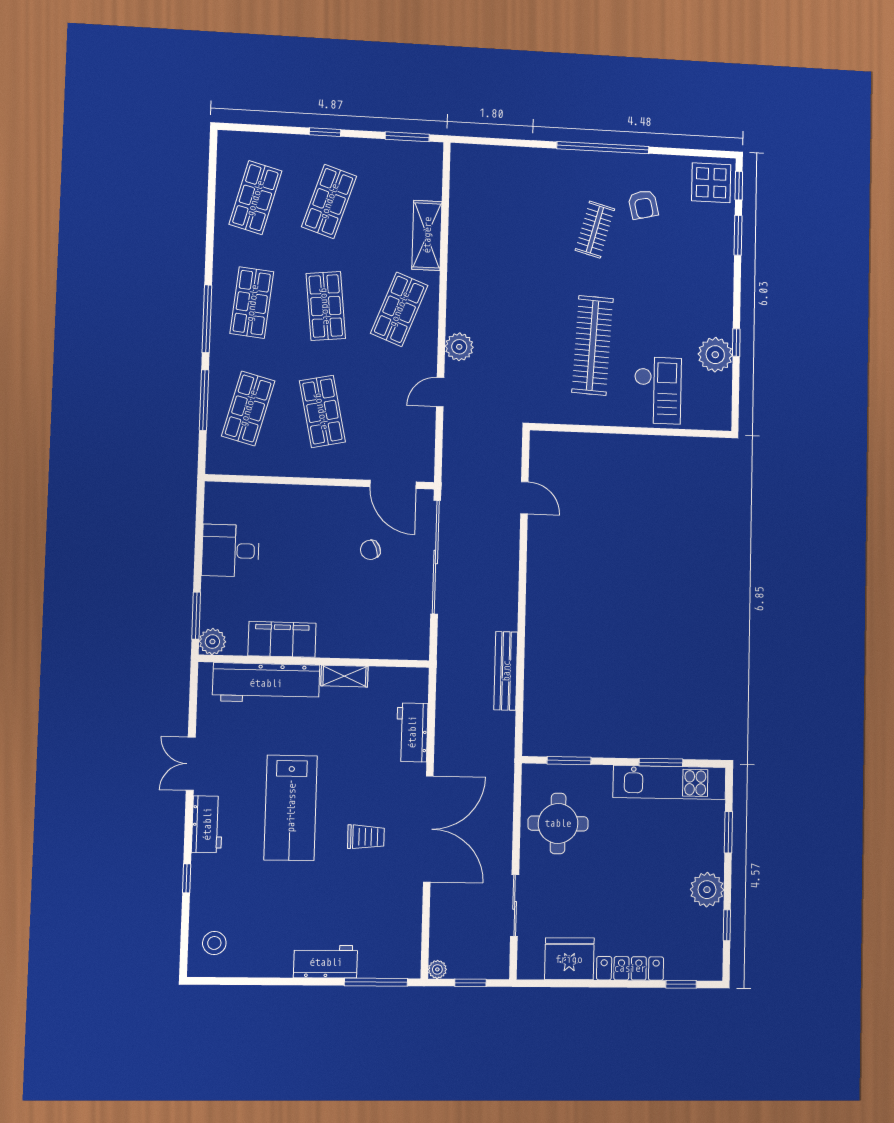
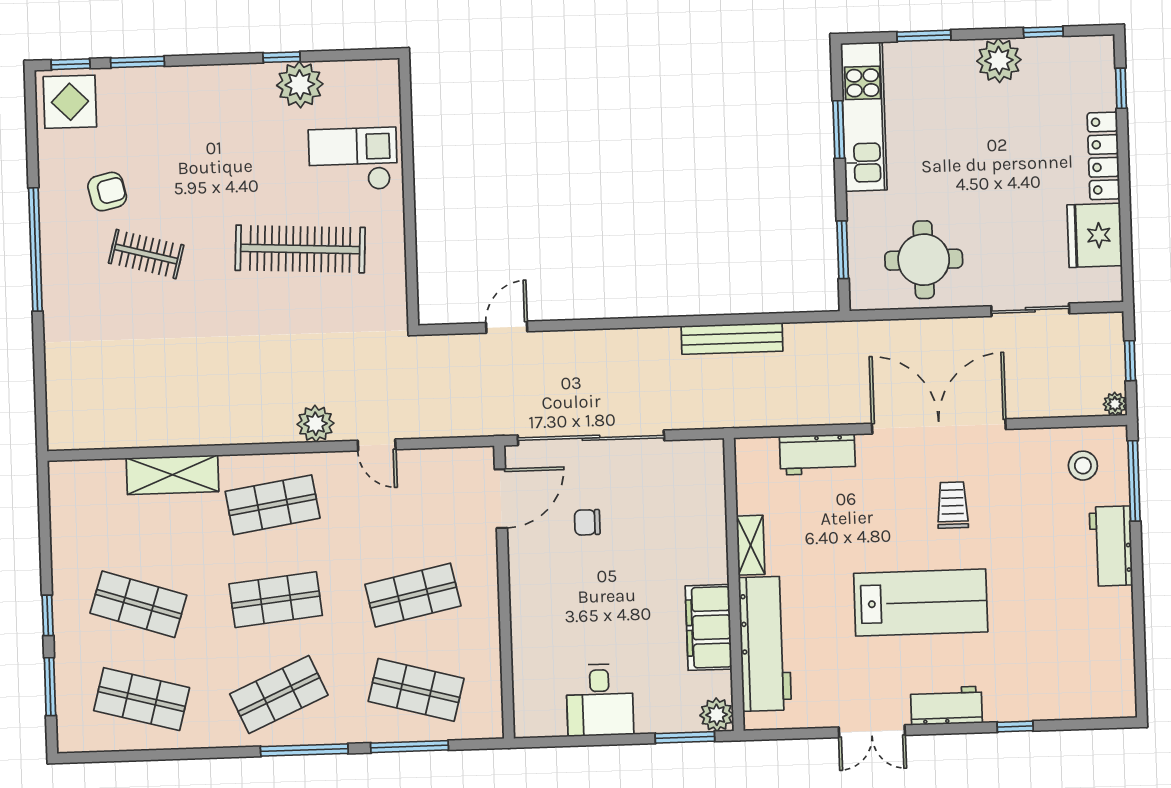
window: (407, 137) -> (50, 687), moved
shop shelf: (252, 303) -> (279, 694), turned -30
shop shelf: (399, 309) -> (273, 505), turned -30
chair: (370, 550) -> (587, 522), turned 112
stool: (214, 943) -> (1083, 466), moved

